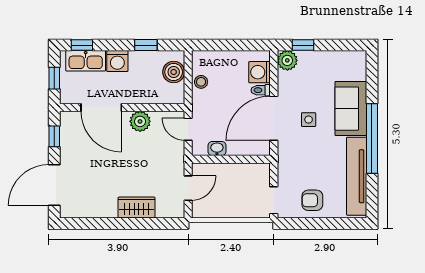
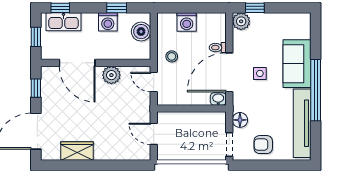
washing machine: (117, 61) -> (108, 22), moved
washing machine: (259, 72) -> (187, 22), moved, turned -90
stool: (201, 82) -> (172, 56), moved
washbasin: (217, 149) -> (218, 99), moved
floor lamp: (286, 172) -> (240, 120), added
door: (188, 188) -> (154, 134), swing flipped
wardrobe: (137, 208) -> (77, 151), moved

